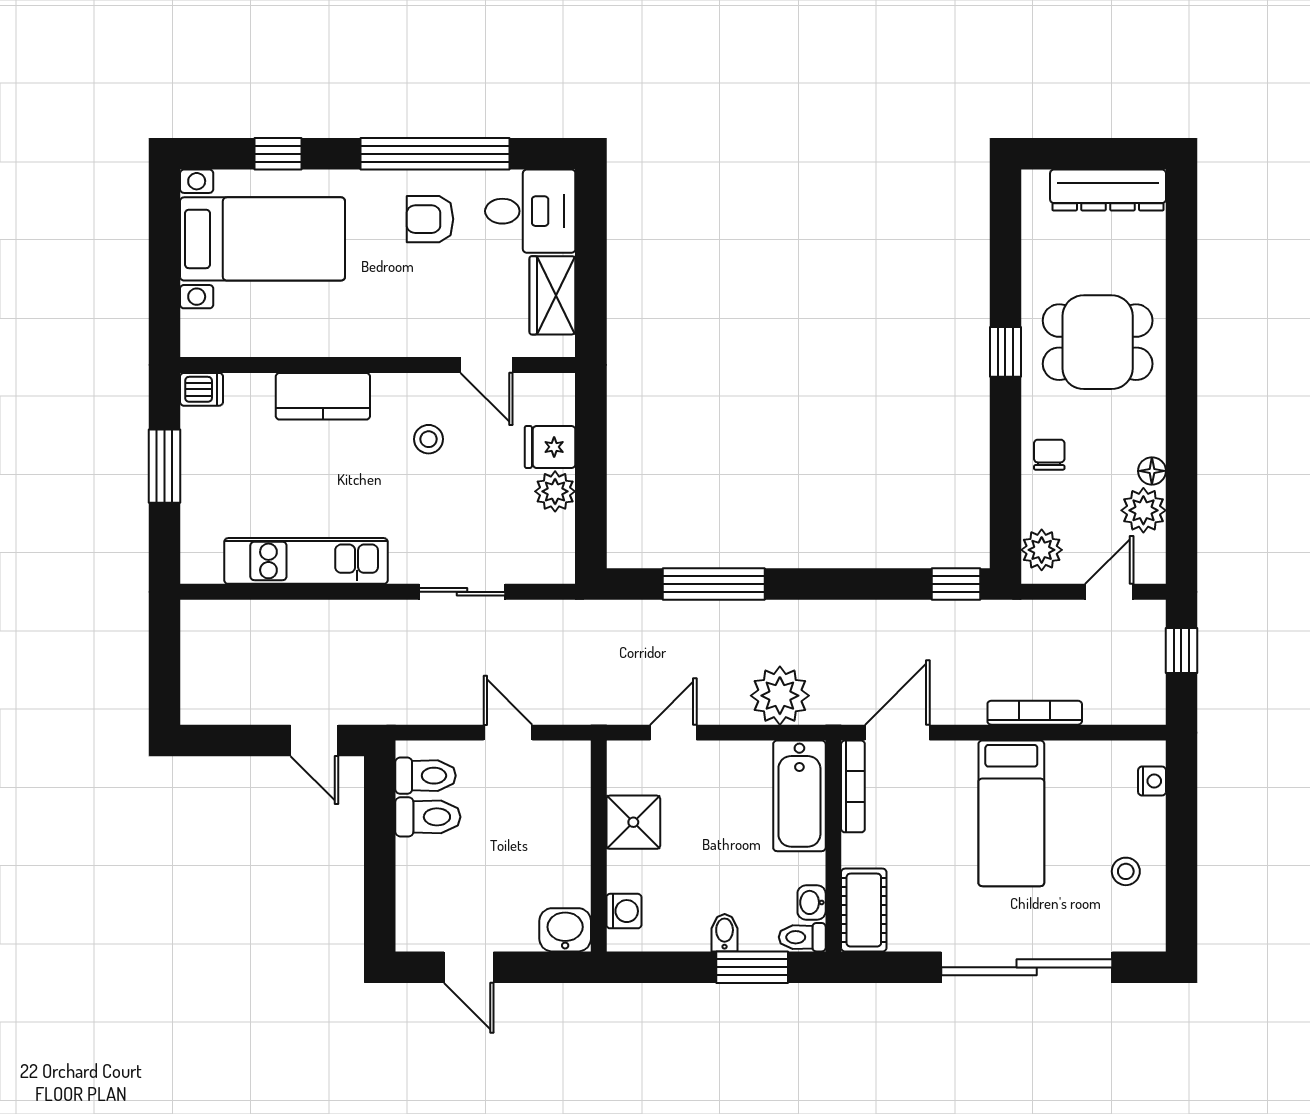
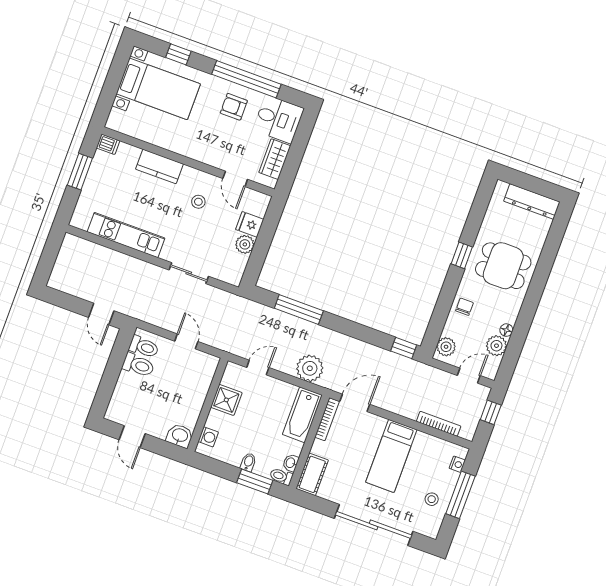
bookcase: (1035, 713) -> (439, 424), moved
window: (1181, 841) -> (460, 495), added

